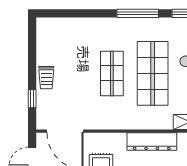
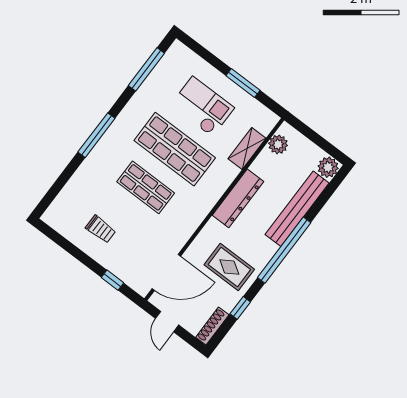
window: (138, 13) -> (96, 135), moved
trolley: (46, 78) -> (101, 229), moved

